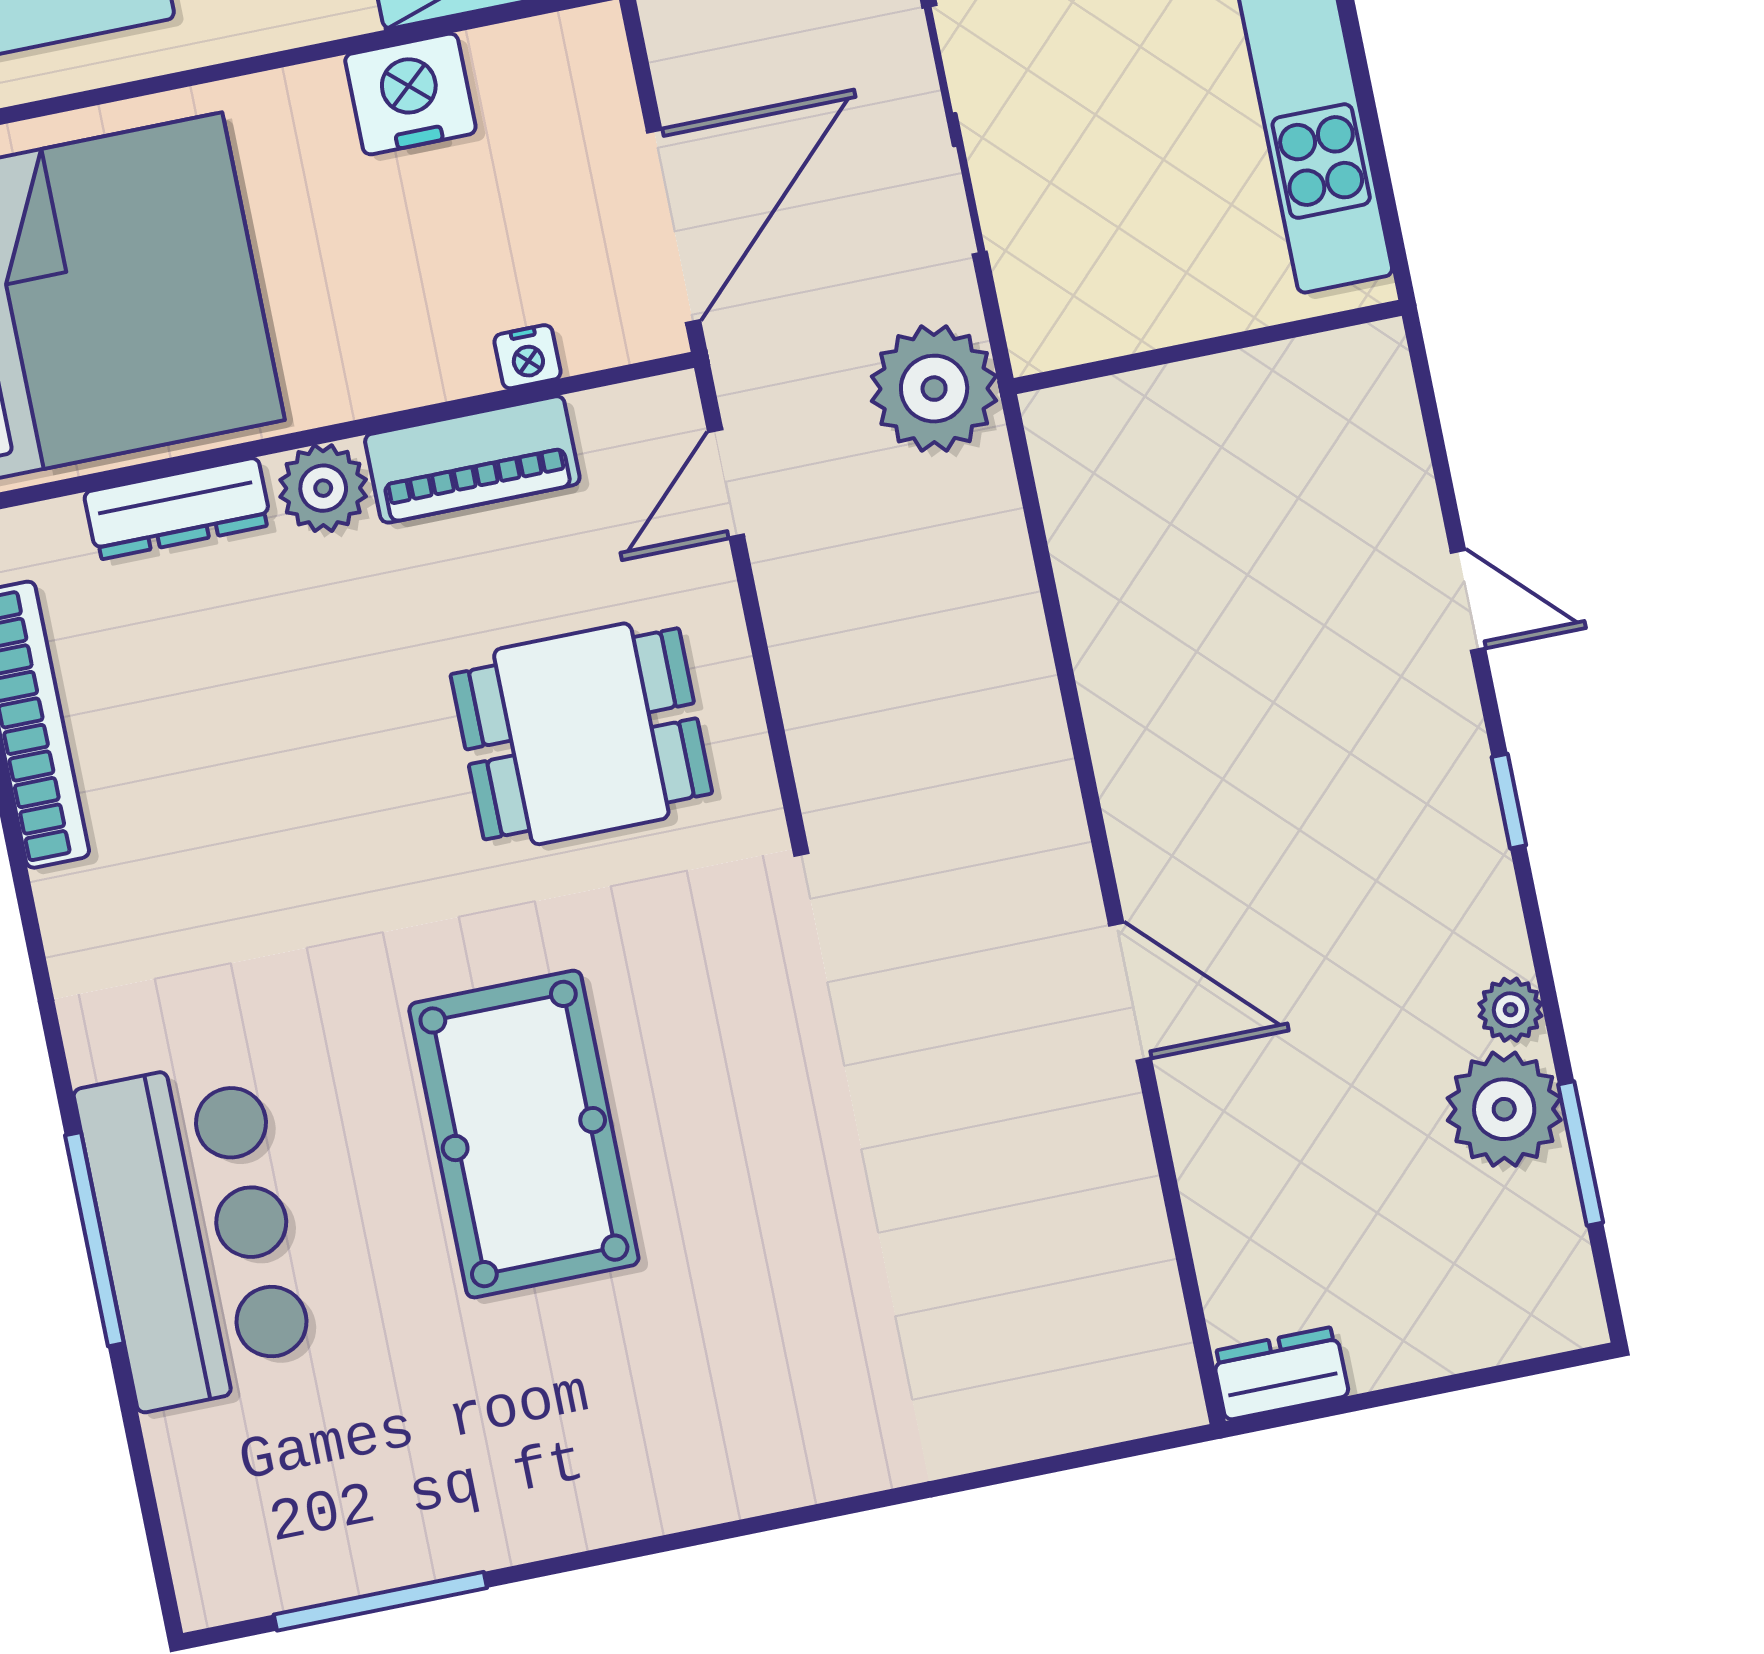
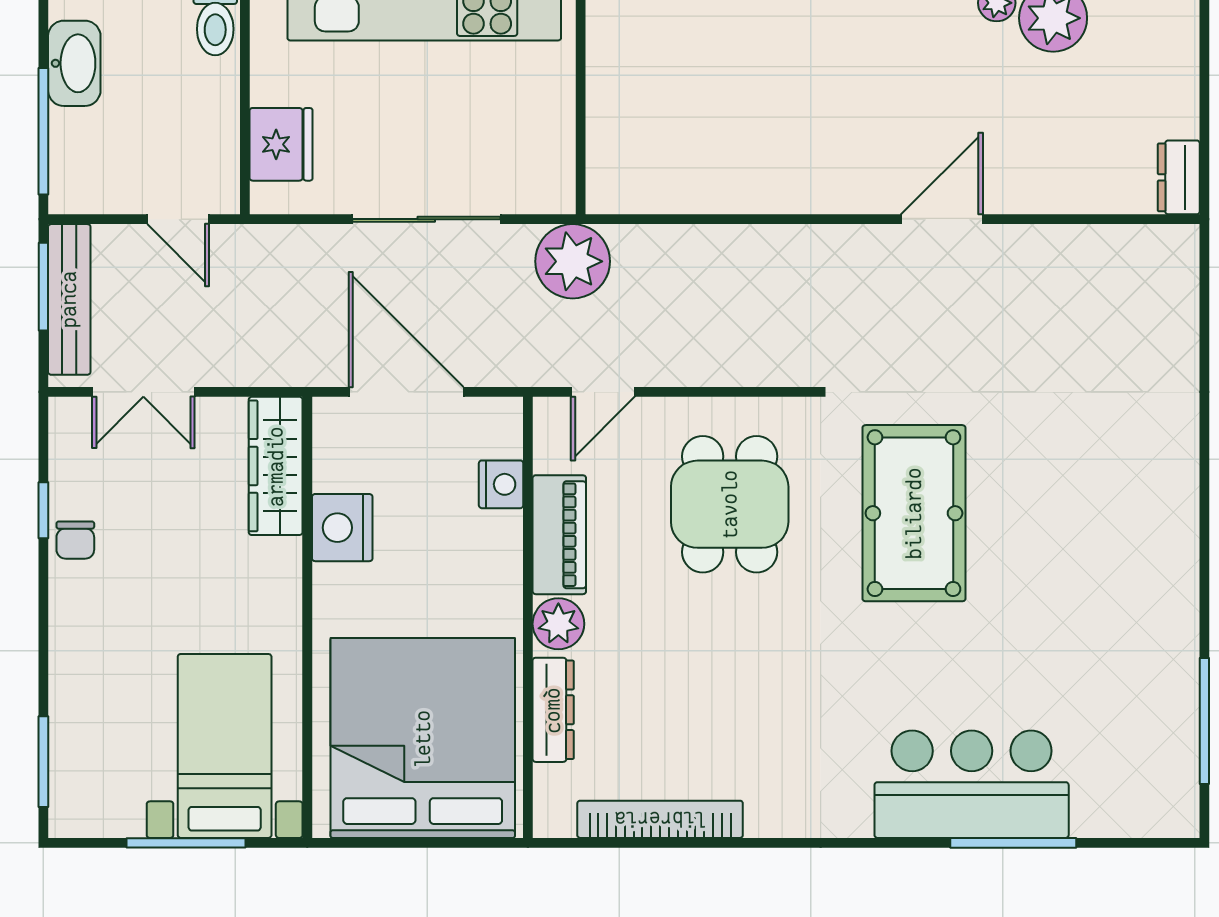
door: (674, 226) -> (406, 392), moved
nightstand: (527, 357) -> (501, 484), width x1.39, depth x1.35
door: (726, 483) -> (603, 392), hinge flipped
pool table: (524, 1134) -> (914, 513), moved, turned 90
window: (94, 1239) -> (1013, 843), moved

